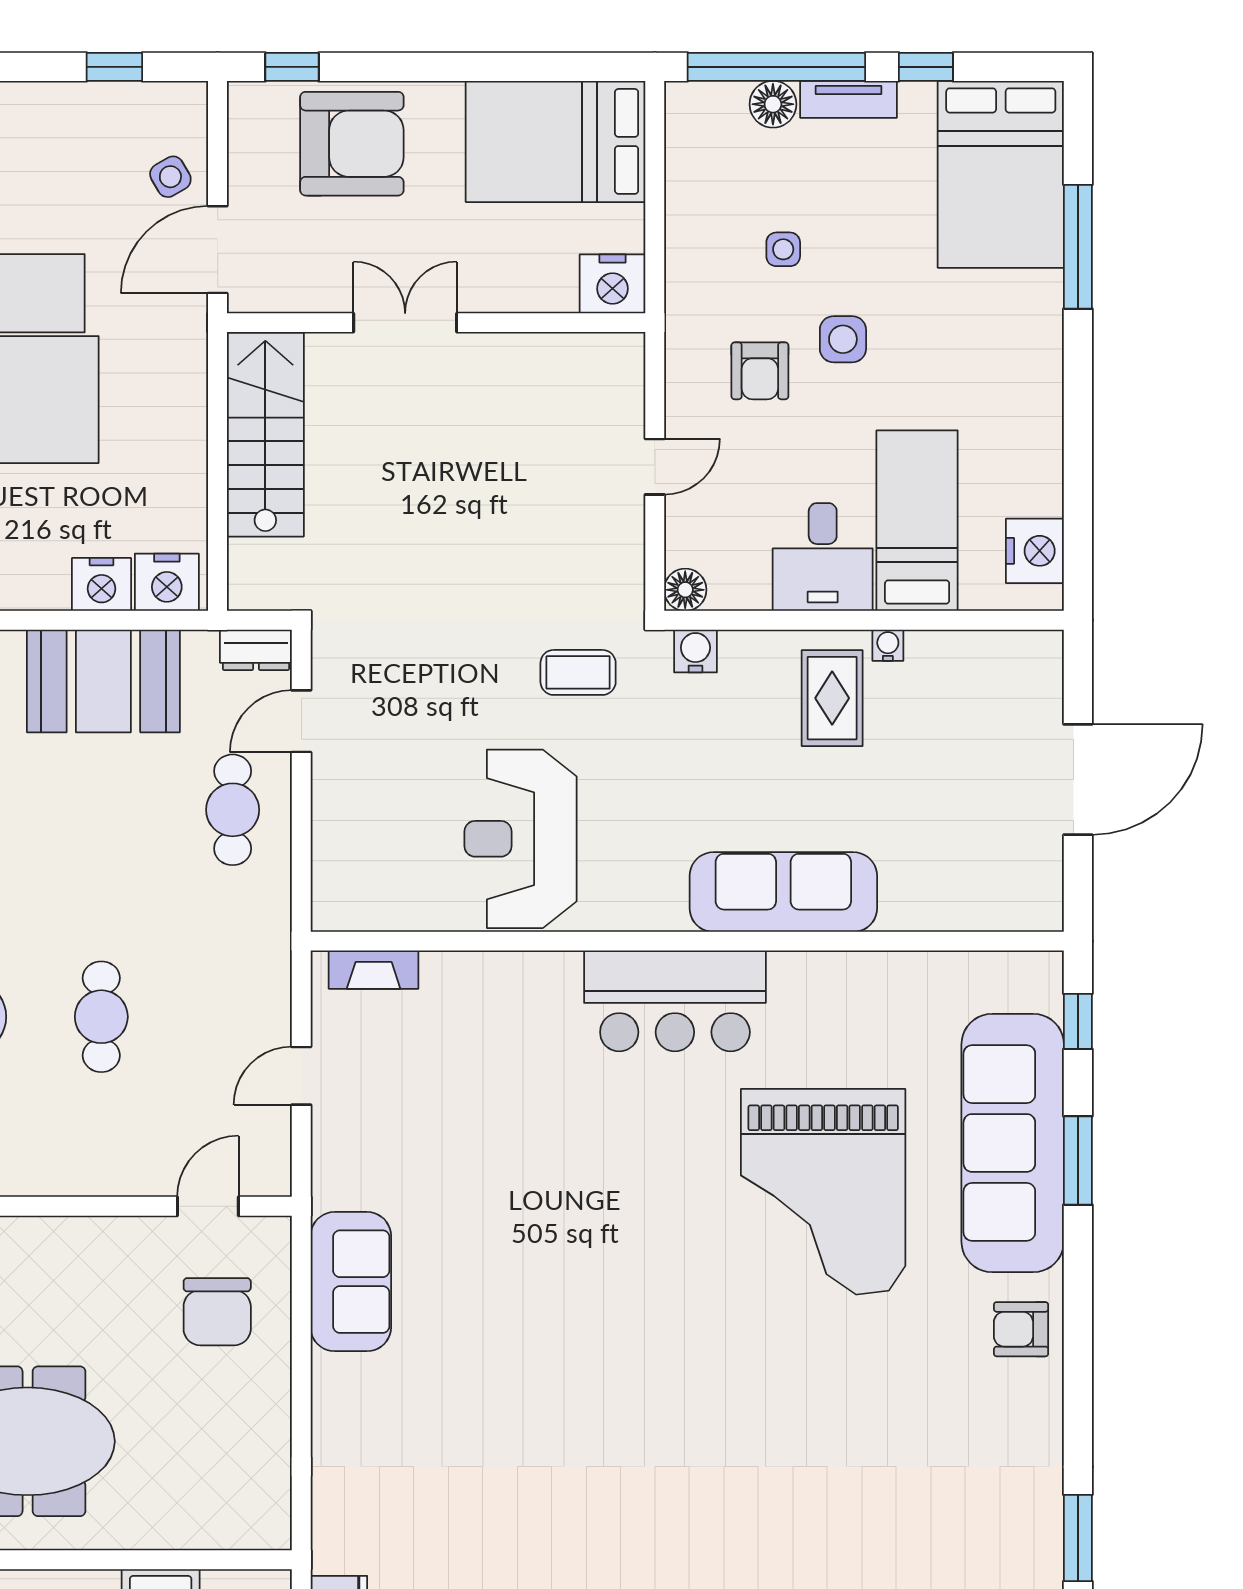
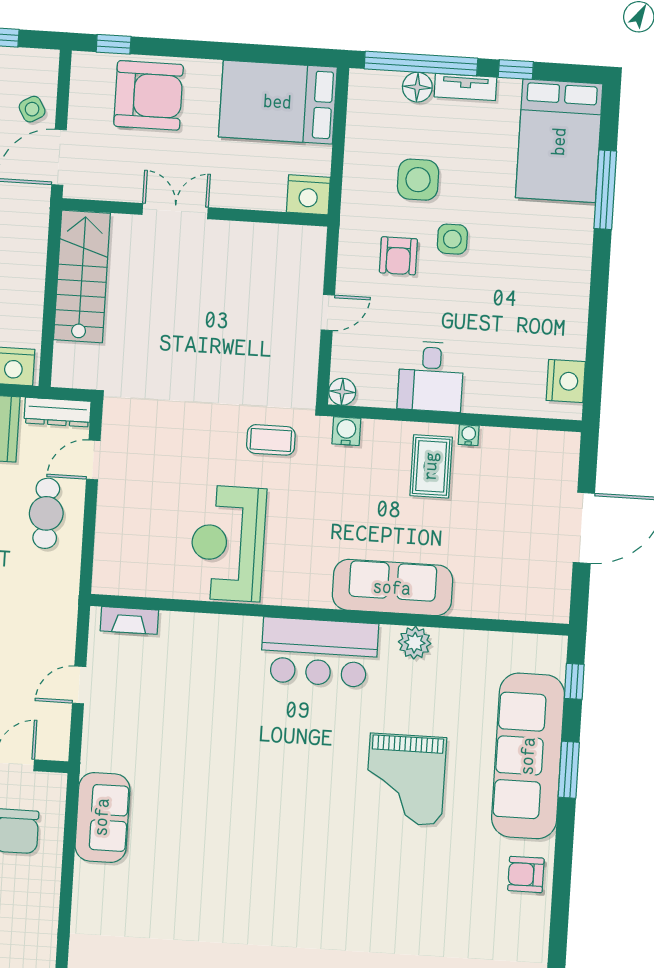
side table: (783, 249) -> (418, 180), width x1.87, depth x1.87
bed: (917, 521) -> (492, 357), removed
dresser: (256, 650) -> (57, 412), width x1.44
plant: (824, 976) -> (415, 643), added
grand piano: (823, 1192) -> (406, 779), width x0.73, depth x0.68

